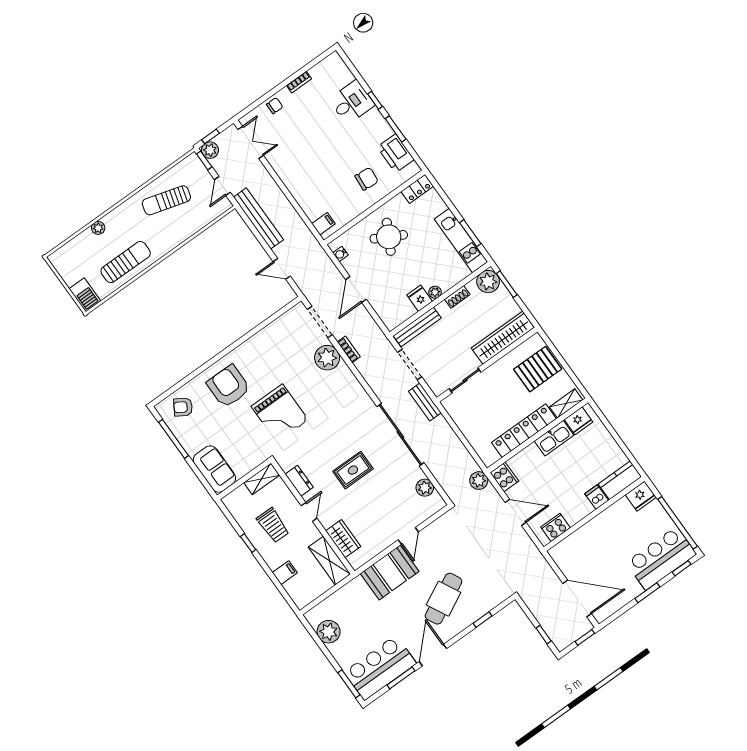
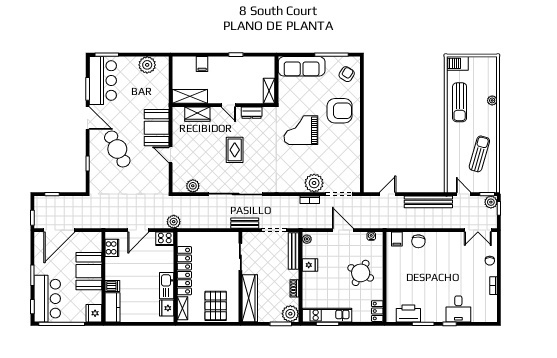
chair: (367, 179) -> (418, 241), moved
plant: (435, 292) -> (307, 239), moved
sofa: (214, 469) -> (302, 66), width x1.36
trolley: (273, 525) -> (236, 77), removed
booth: (599, 534) -> (89, 271), added

